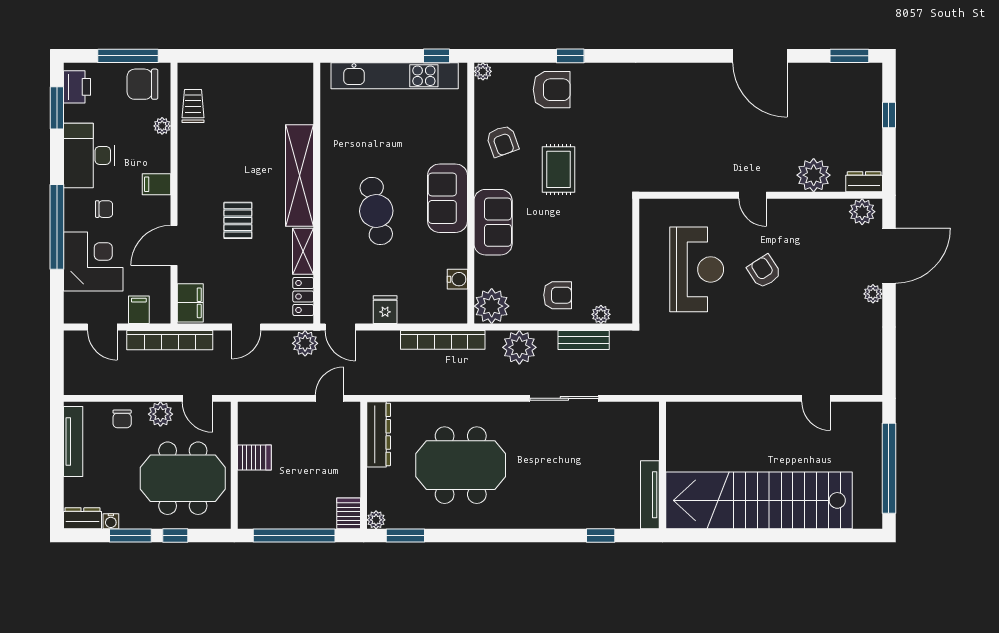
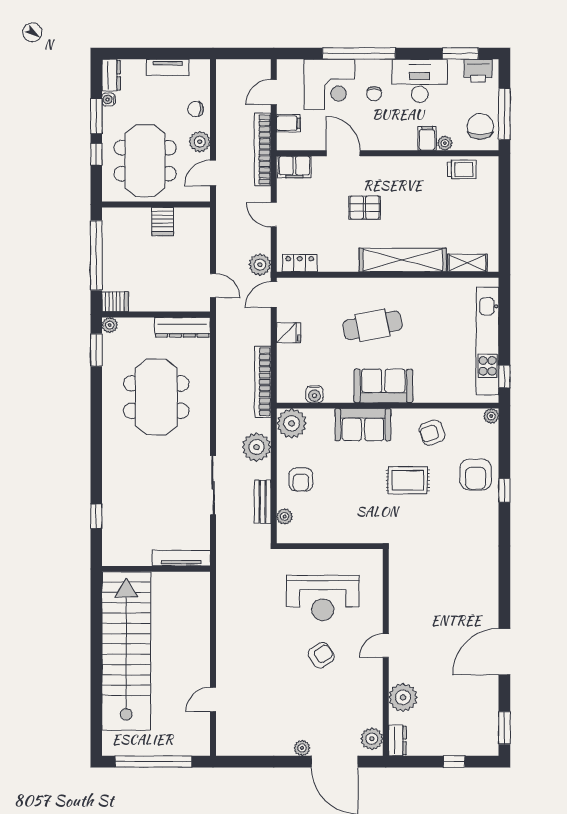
filing cabinet: (157, 184) -> (427, 138), moved
shelving: (303, 251) -> (467, 263), moved
tv unit: (73, 442) -> (168, 67), width x0.71
tv unit: (650, 495) -> (181, 558), moved

